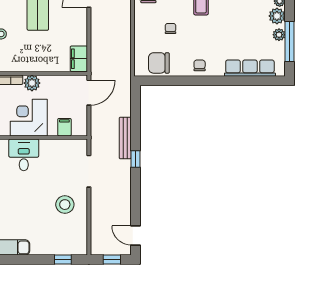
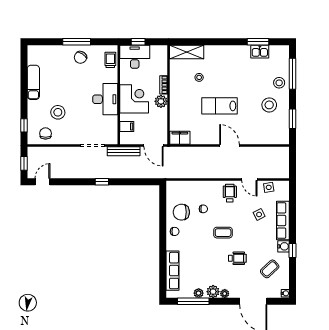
chair: (159, 63) -> (181, 212), moved, turned -90
bench: (125, 138) -> (124, 151), moved
desk: (24, 155) -> (105, 99), width x1.37
stool: (65, 205) -> (58, 112), moved
chair: (73, 232) -> (46, 133), added

